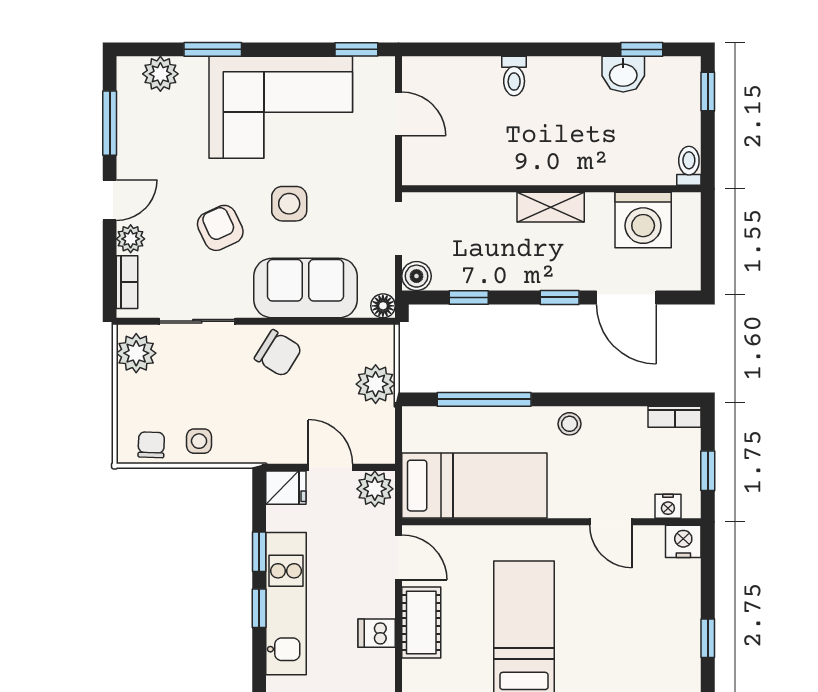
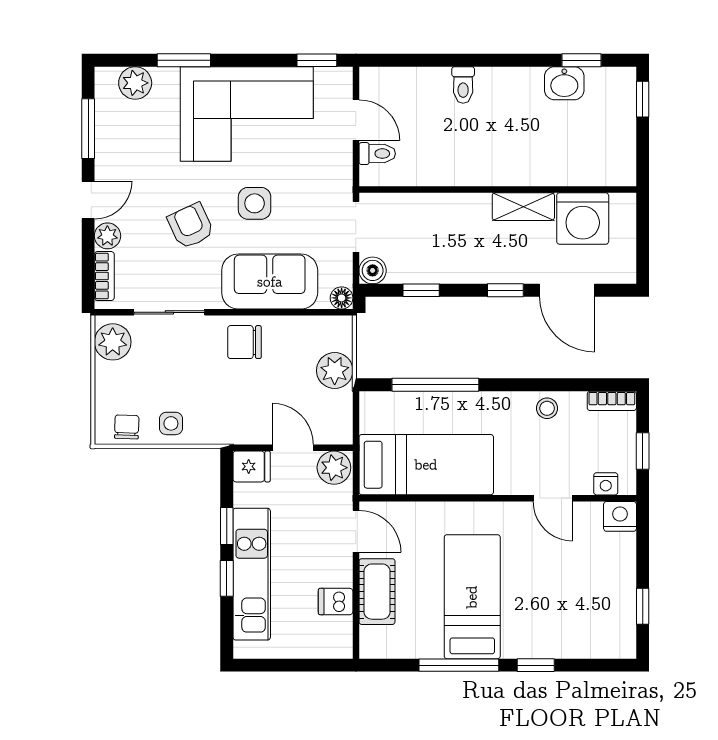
toilet: (689, 166) -> (377, 154), moved, turned 90
shelving: (551, 207) -> (523, 207), moved
chair: (278, 353) -> (244, 342), turned 148
stool: (570, 424) -> (547, 408), moved

